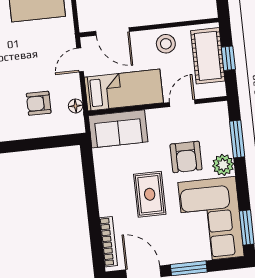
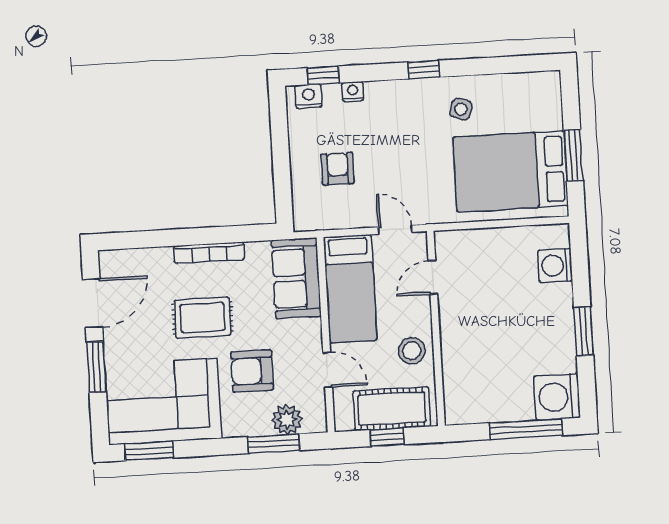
door: (113, 31) -> (433, 277), width x0.73
floor lamp: (76, 106) -> (331, 220), removed
plant: (223, 165) -> (287, 420), moved
bookcase: (108, 242) -> (209, 253), moved

